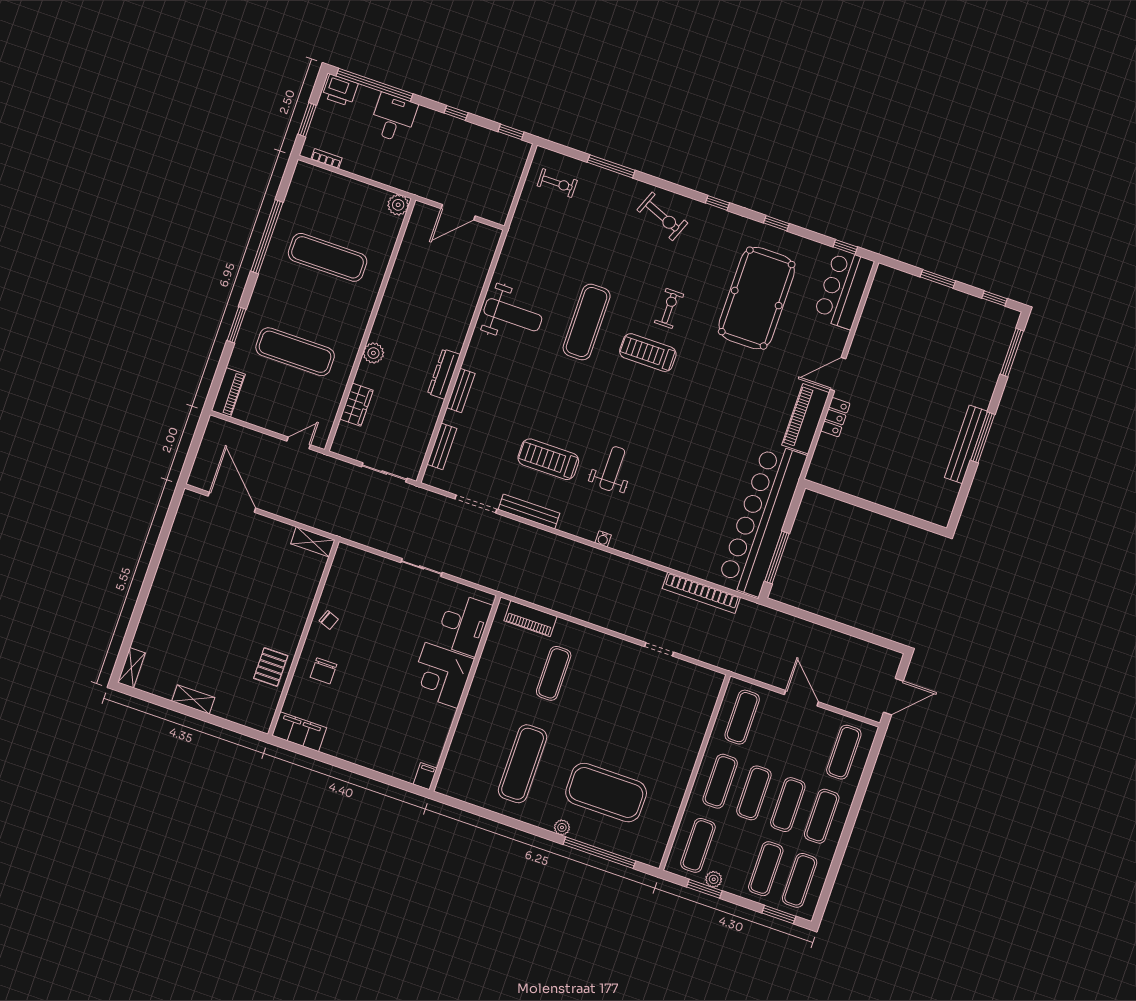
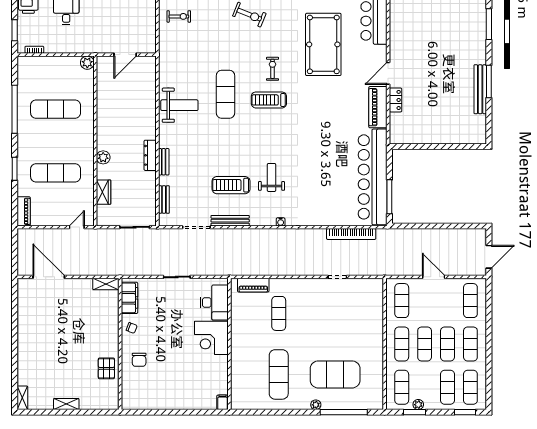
filing cabinet: (299, 732) -> (129, 298), moved, turned 90

